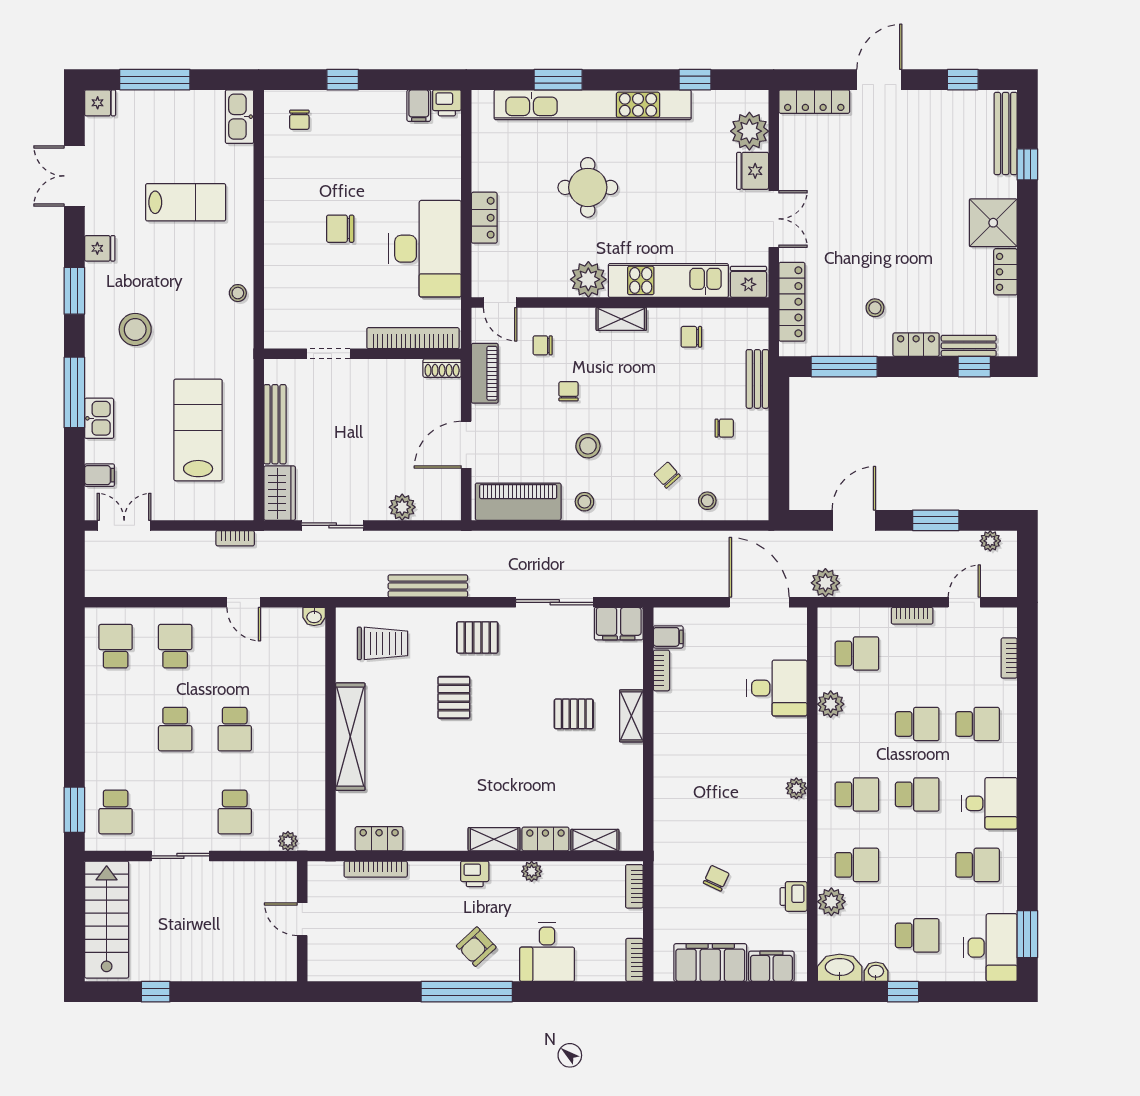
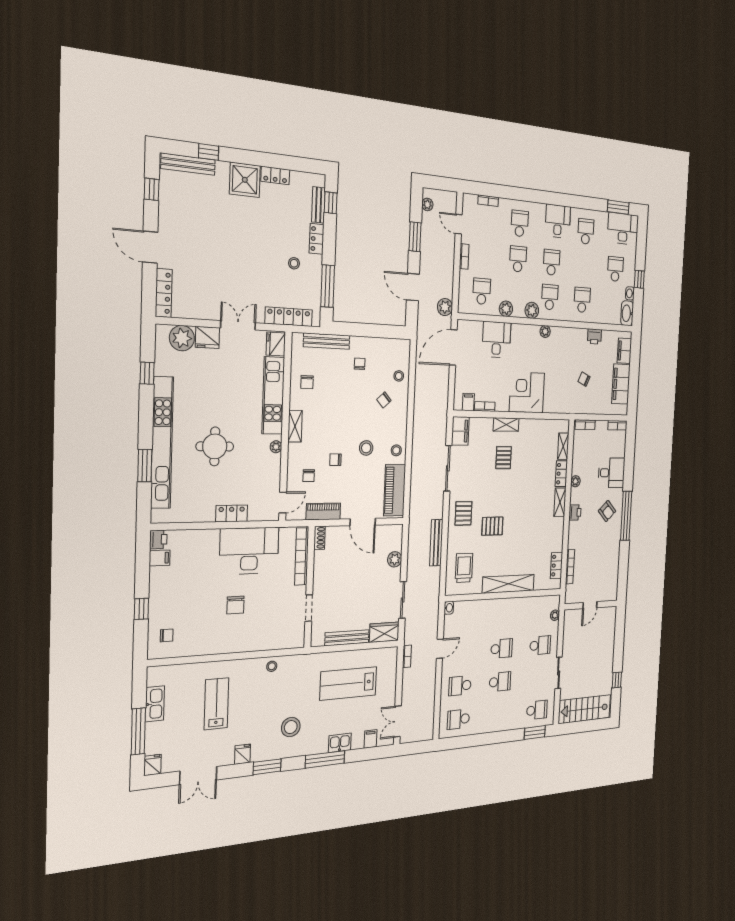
kitchen sink: (239, 117) -> (155, 704), moved, turned -90
plant: (588, 279) -> (276, 447), width x0.53, depth x0.53
bench: (757, 379) -> (327, 341), width x1.36
corner desk: (688, 756) -> (527, 392), added
plant: (831, 902) -> (532, 310), moved

